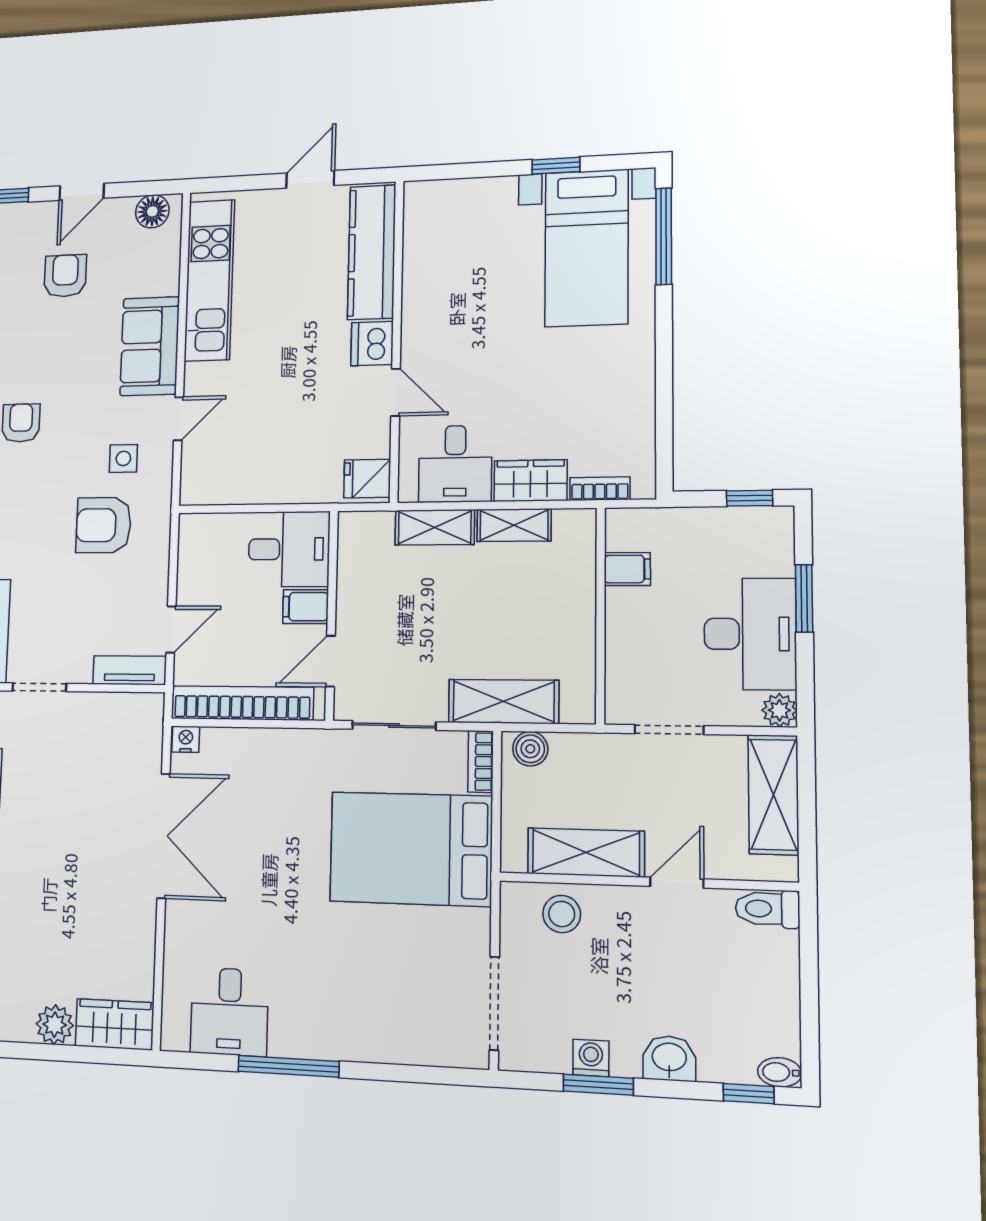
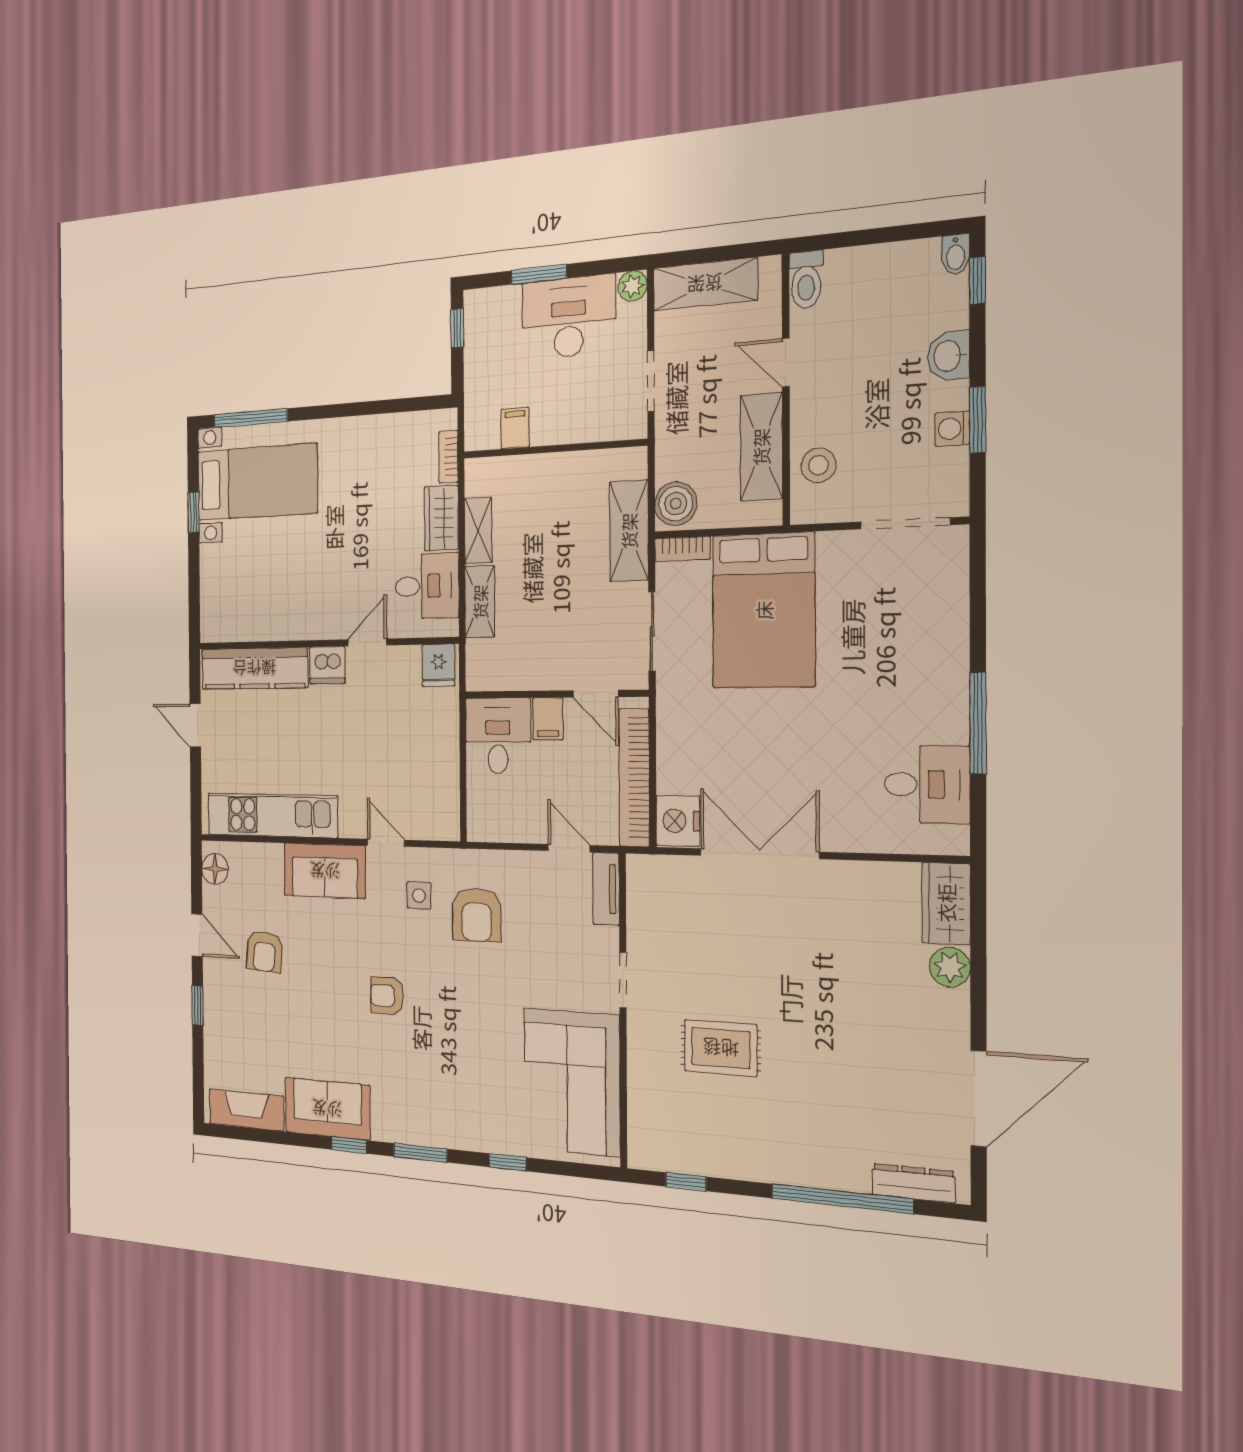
armchair: (65, 276) -> (264, 951), turned -85
nightstand: (186, 739) -> (678, 821), width x1.89, depth x1.79
boiler: (530, 749) -> (676, 504), width x1.36, depth x1.36

